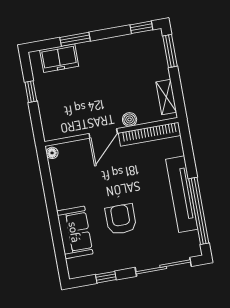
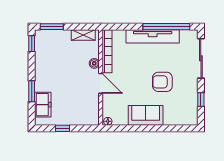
sofa: (75, 232) -> (146, 115), moved

